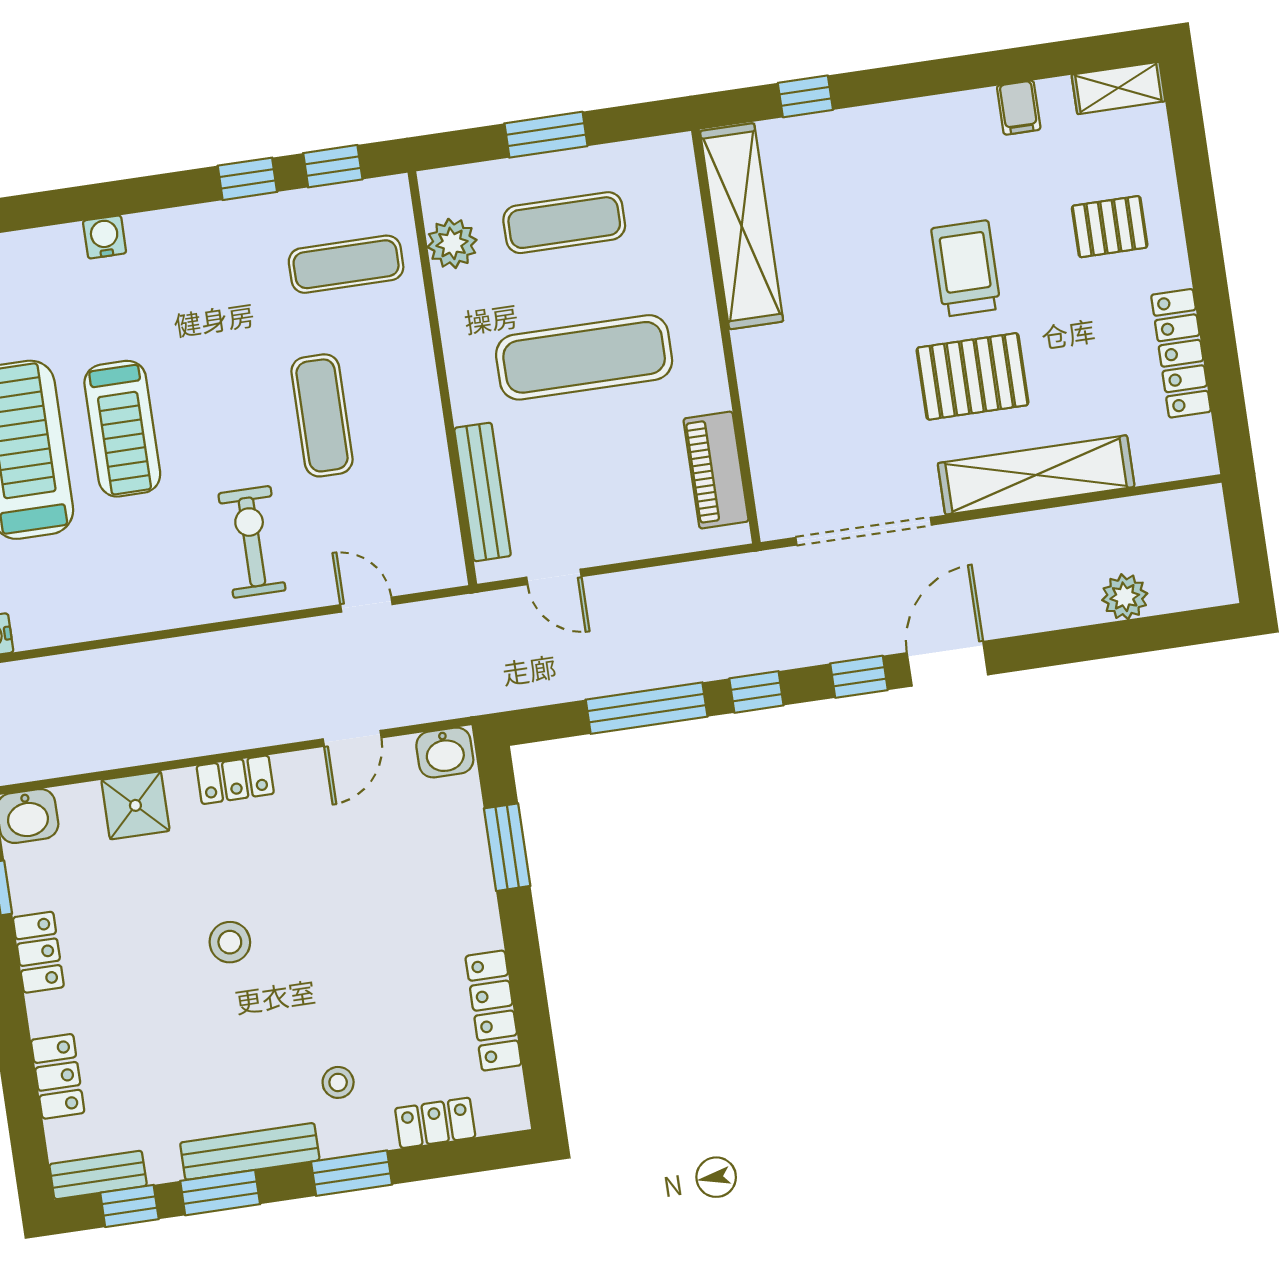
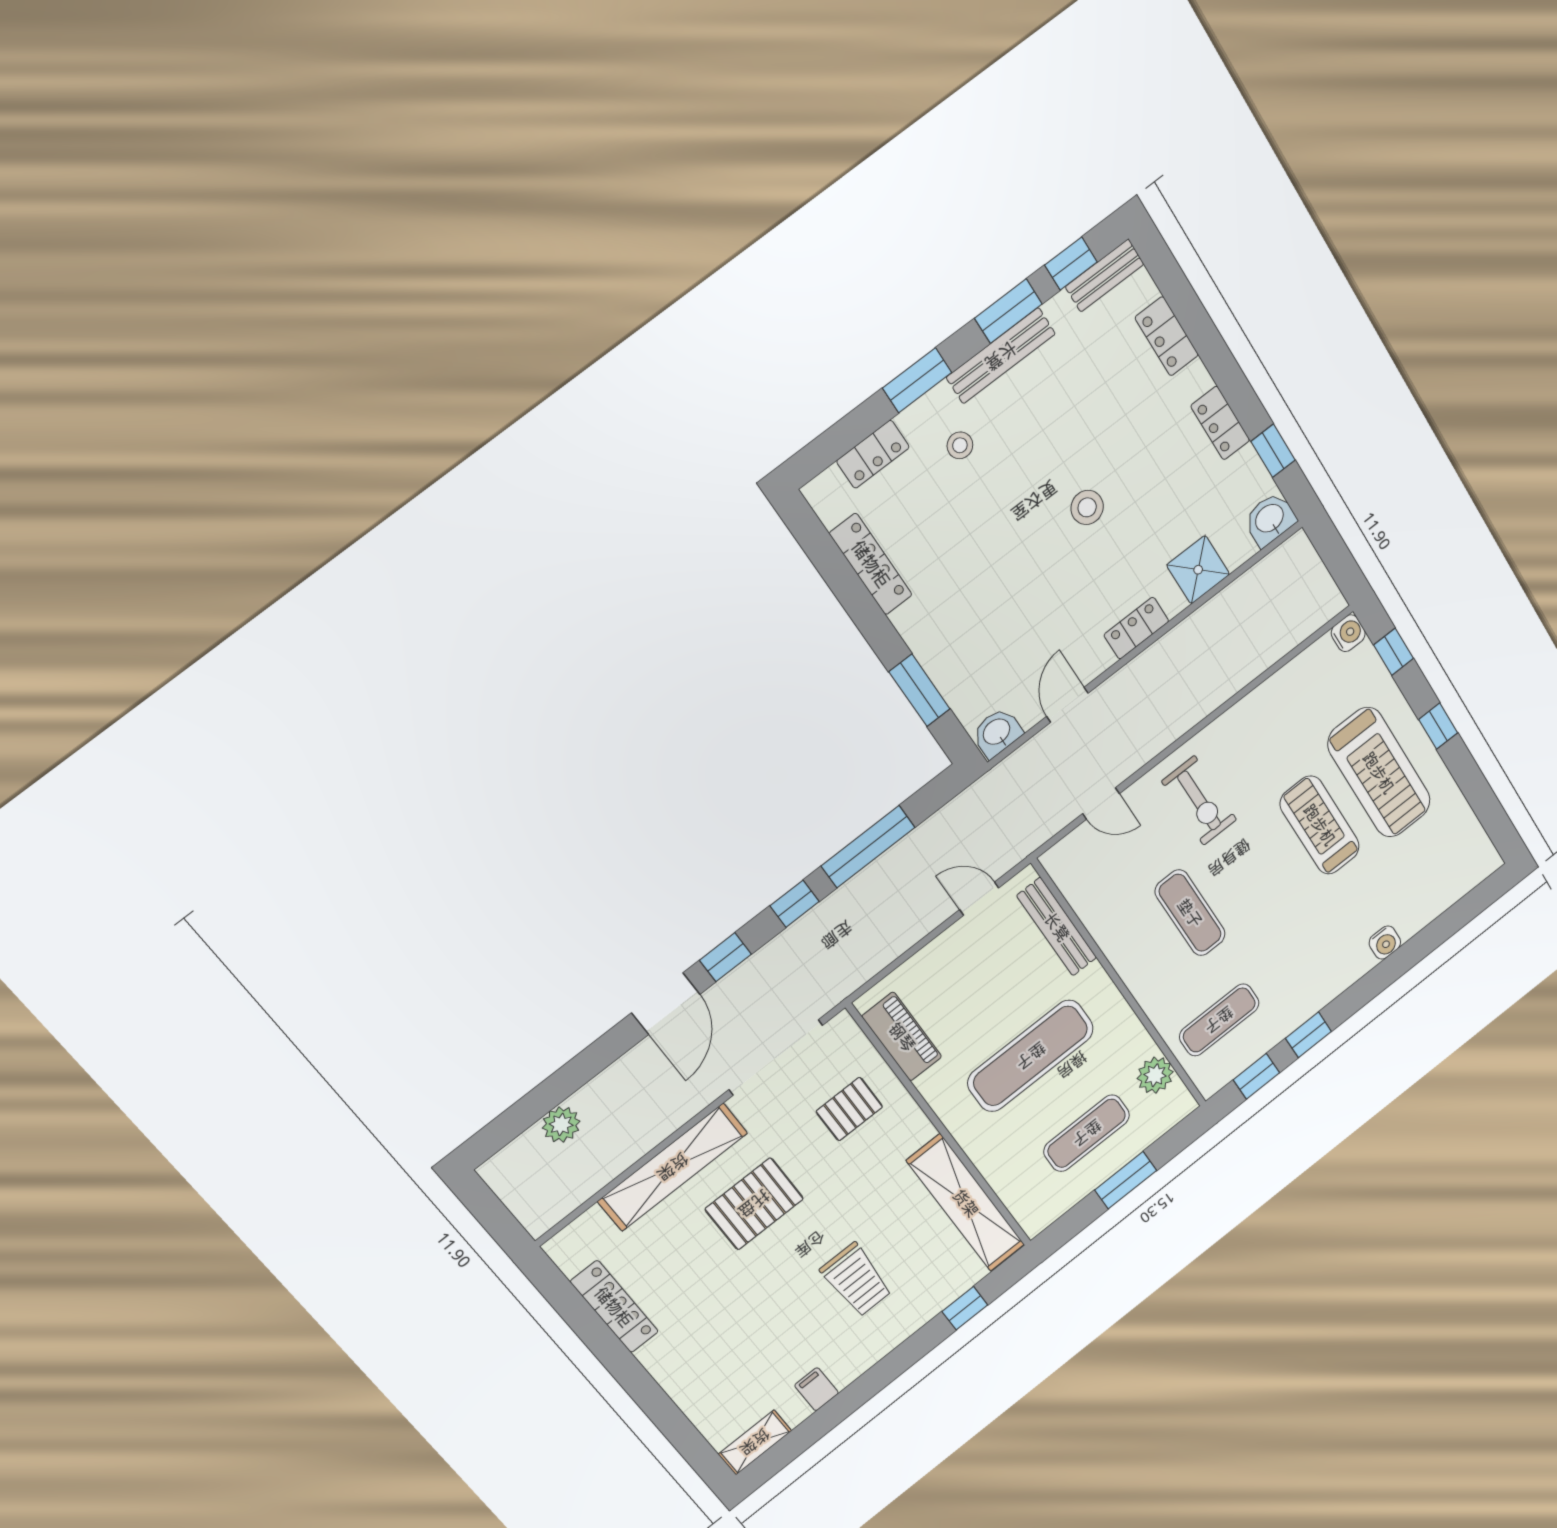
pallet: (1110, 227) -> (849, 1109), moved
trolley: (966, 269) -> (856, 1280), moved

